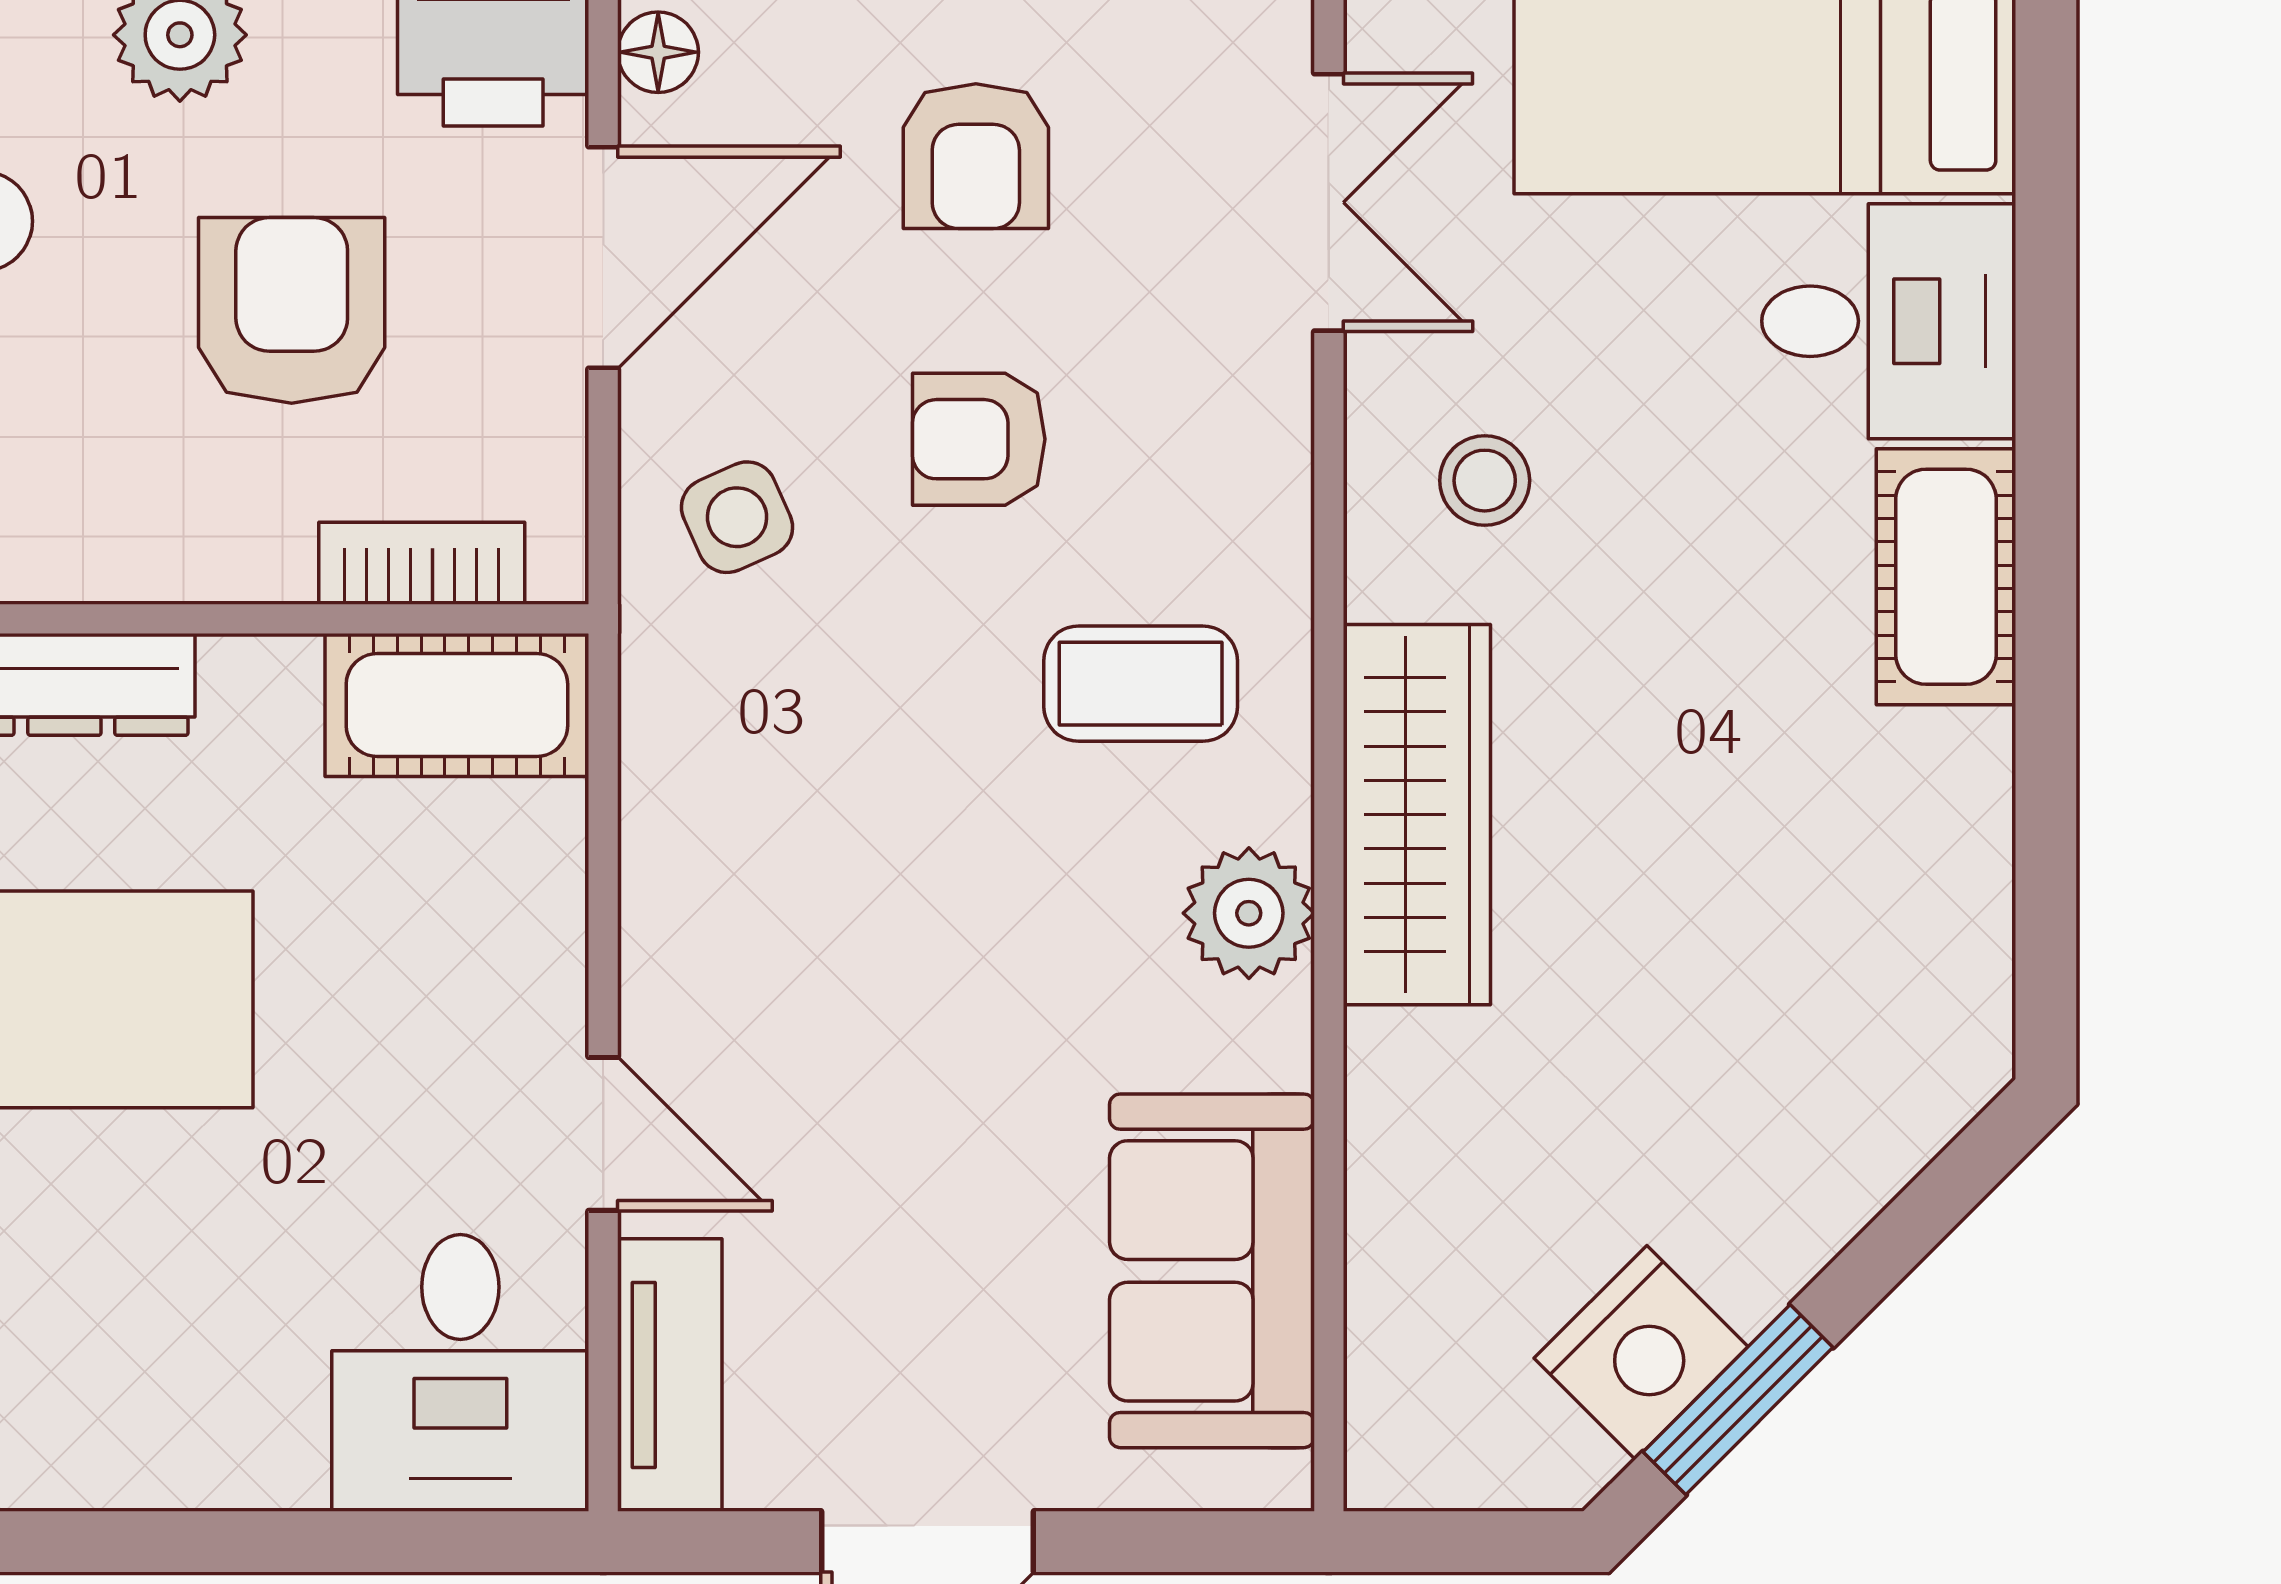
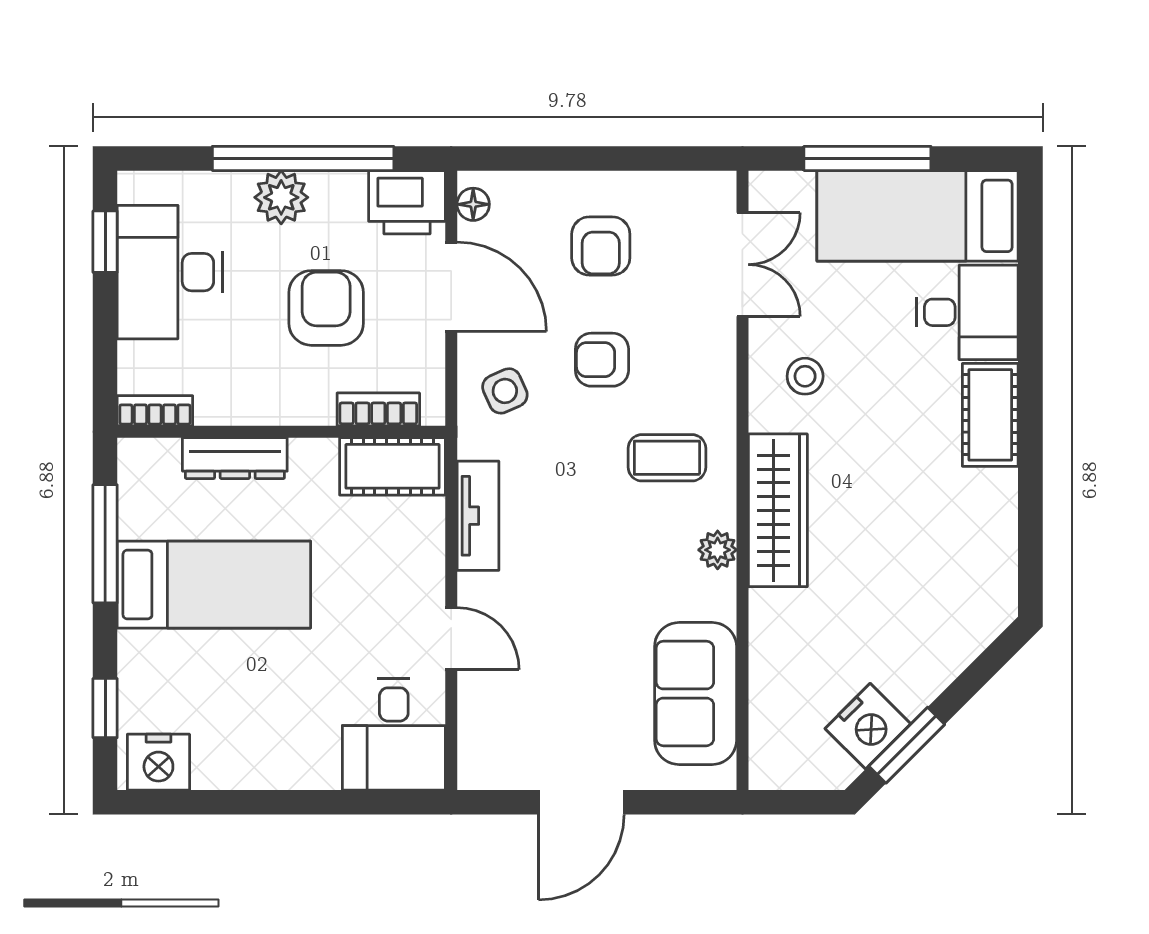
door: (603, 258) -> (451, 287), hinge flipped
plant: (1249, 913) -> (718, 550), width x0.73, depth x0.73
tv unit: (670, 1375) -> (478, 516), moved

